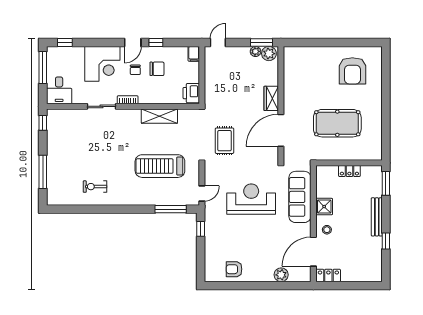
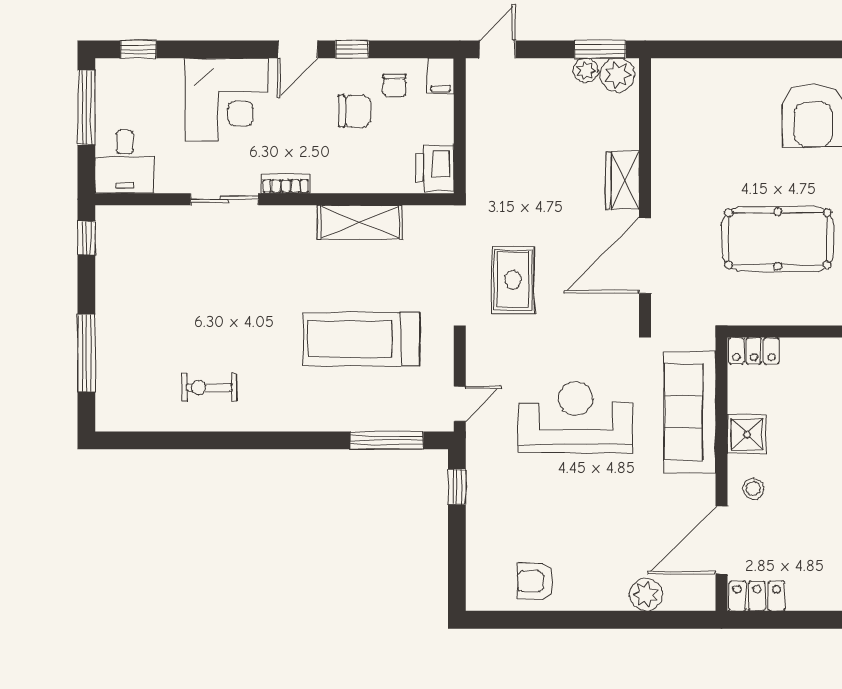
chair: (135, 70) -> (394, 86), moved
locker: (349, 171) -> (754, 351), moved

